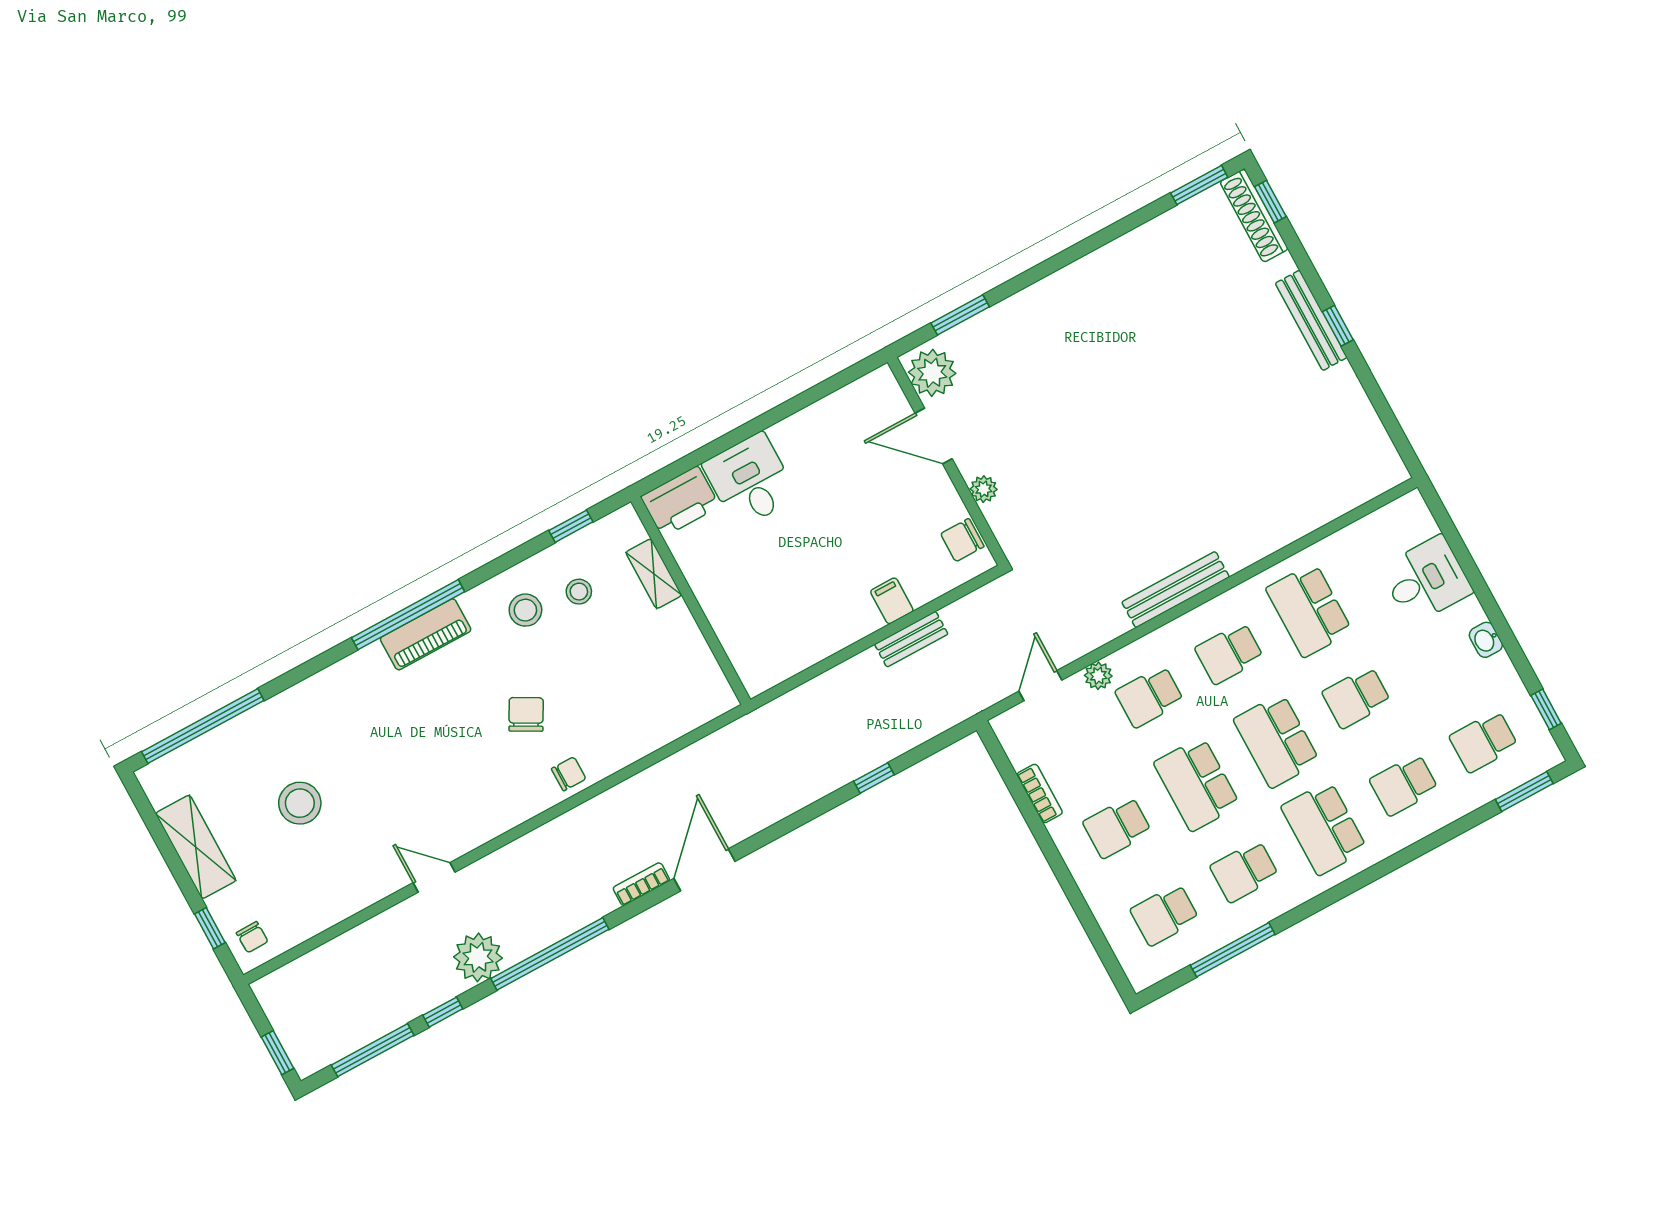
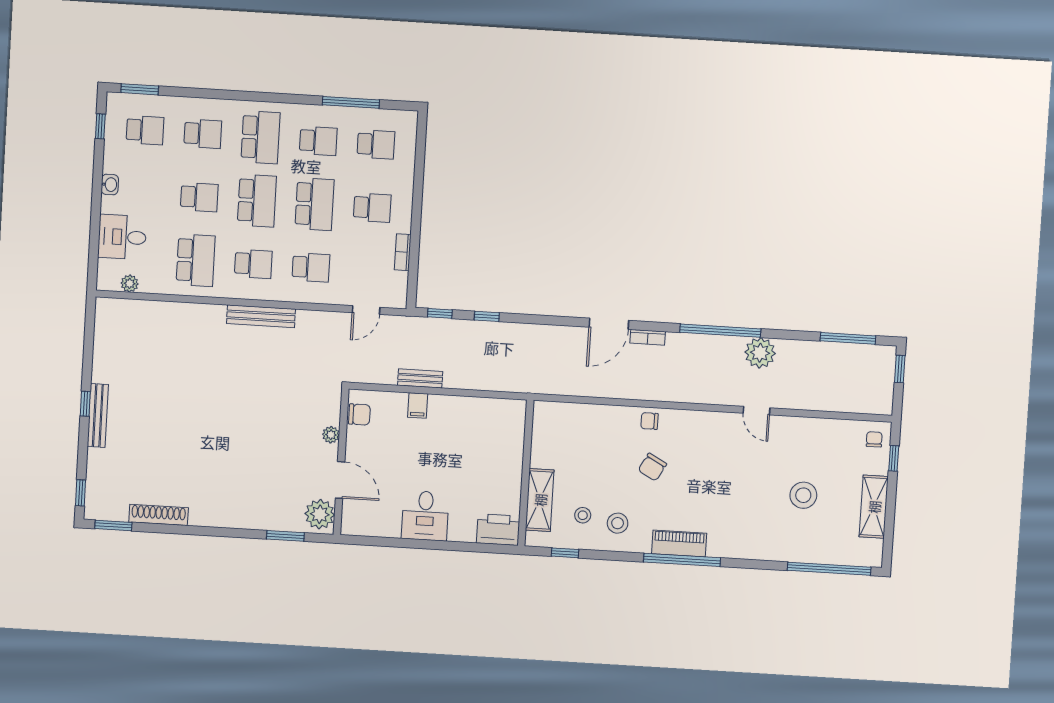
shoe rack: (1254, 215) -> (159, 515), moved, turned -90
desk: (750, 480) -> (425, 516), moved
shelving: (654, 574) -> (540, 500), width x1.50, depth x1.33
plant: (1098, 676) -> (130, 284), moved
window: (443, 1012) -> (440, 313), moved

